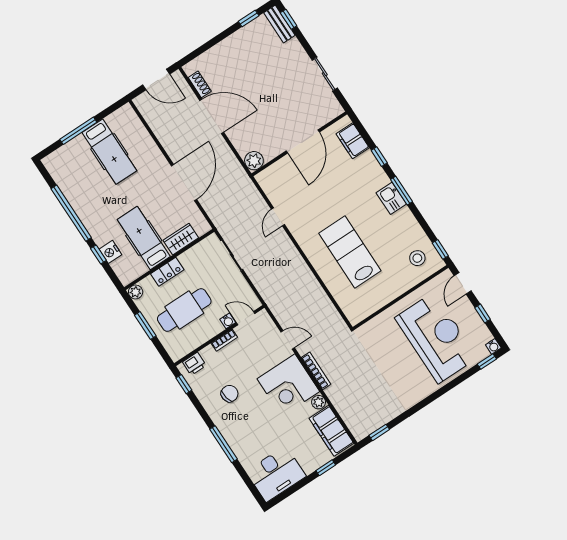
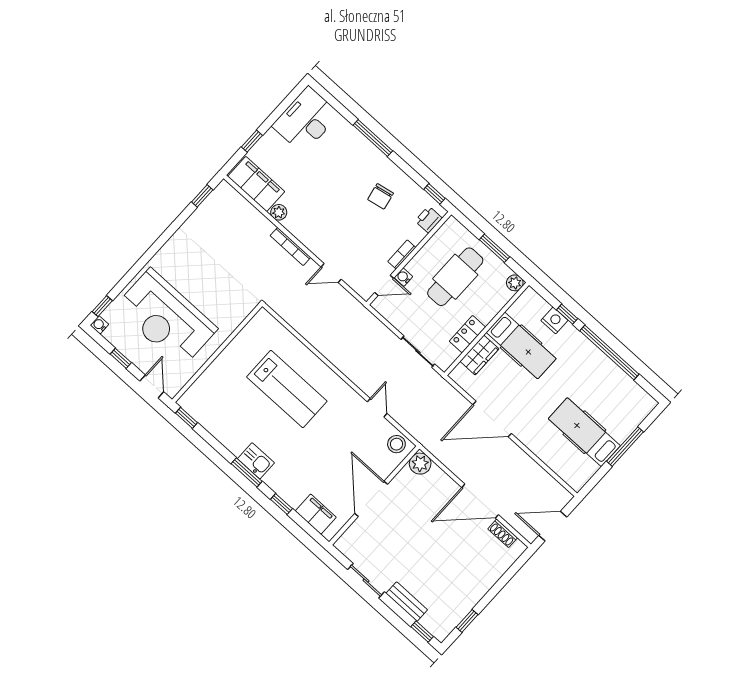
bench: (279, 24) -> (407, 602), moved
door: (184, 183) -> (492, 419), hinge flipped
stool: (417, 258) -> (396, 444), moved
locker: (167, 272) -> (467, 334), moved
corner desk: (288, 385) -> (317, 223), removed

